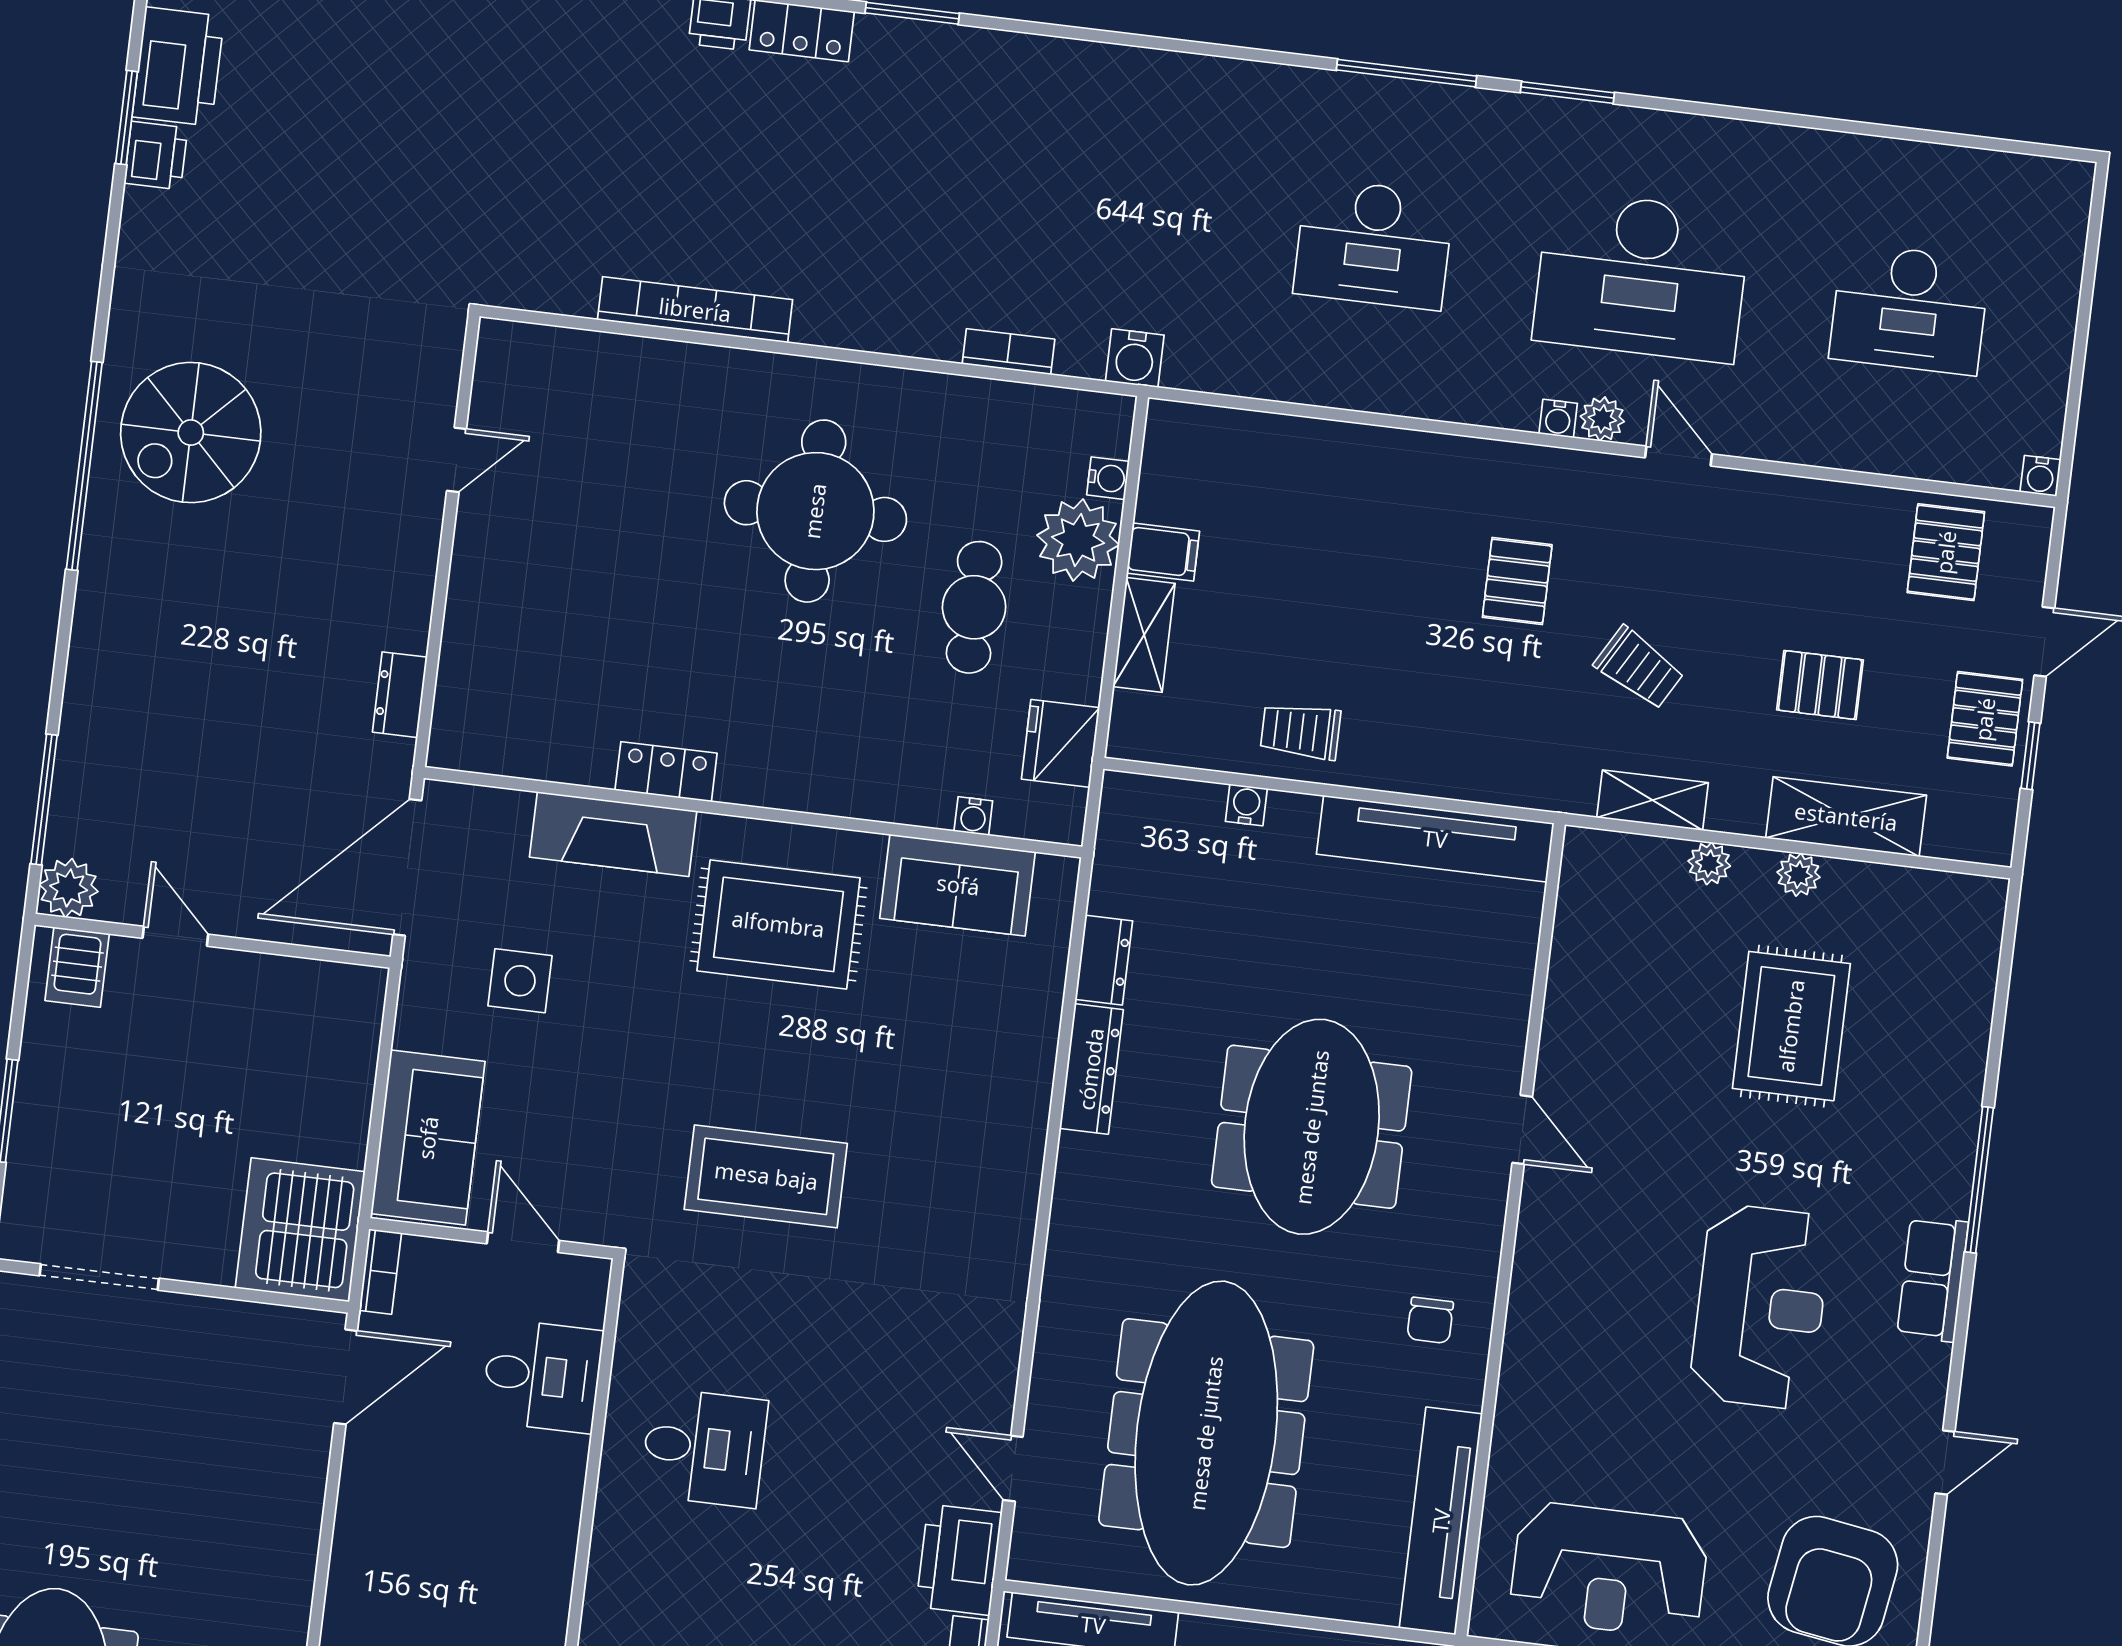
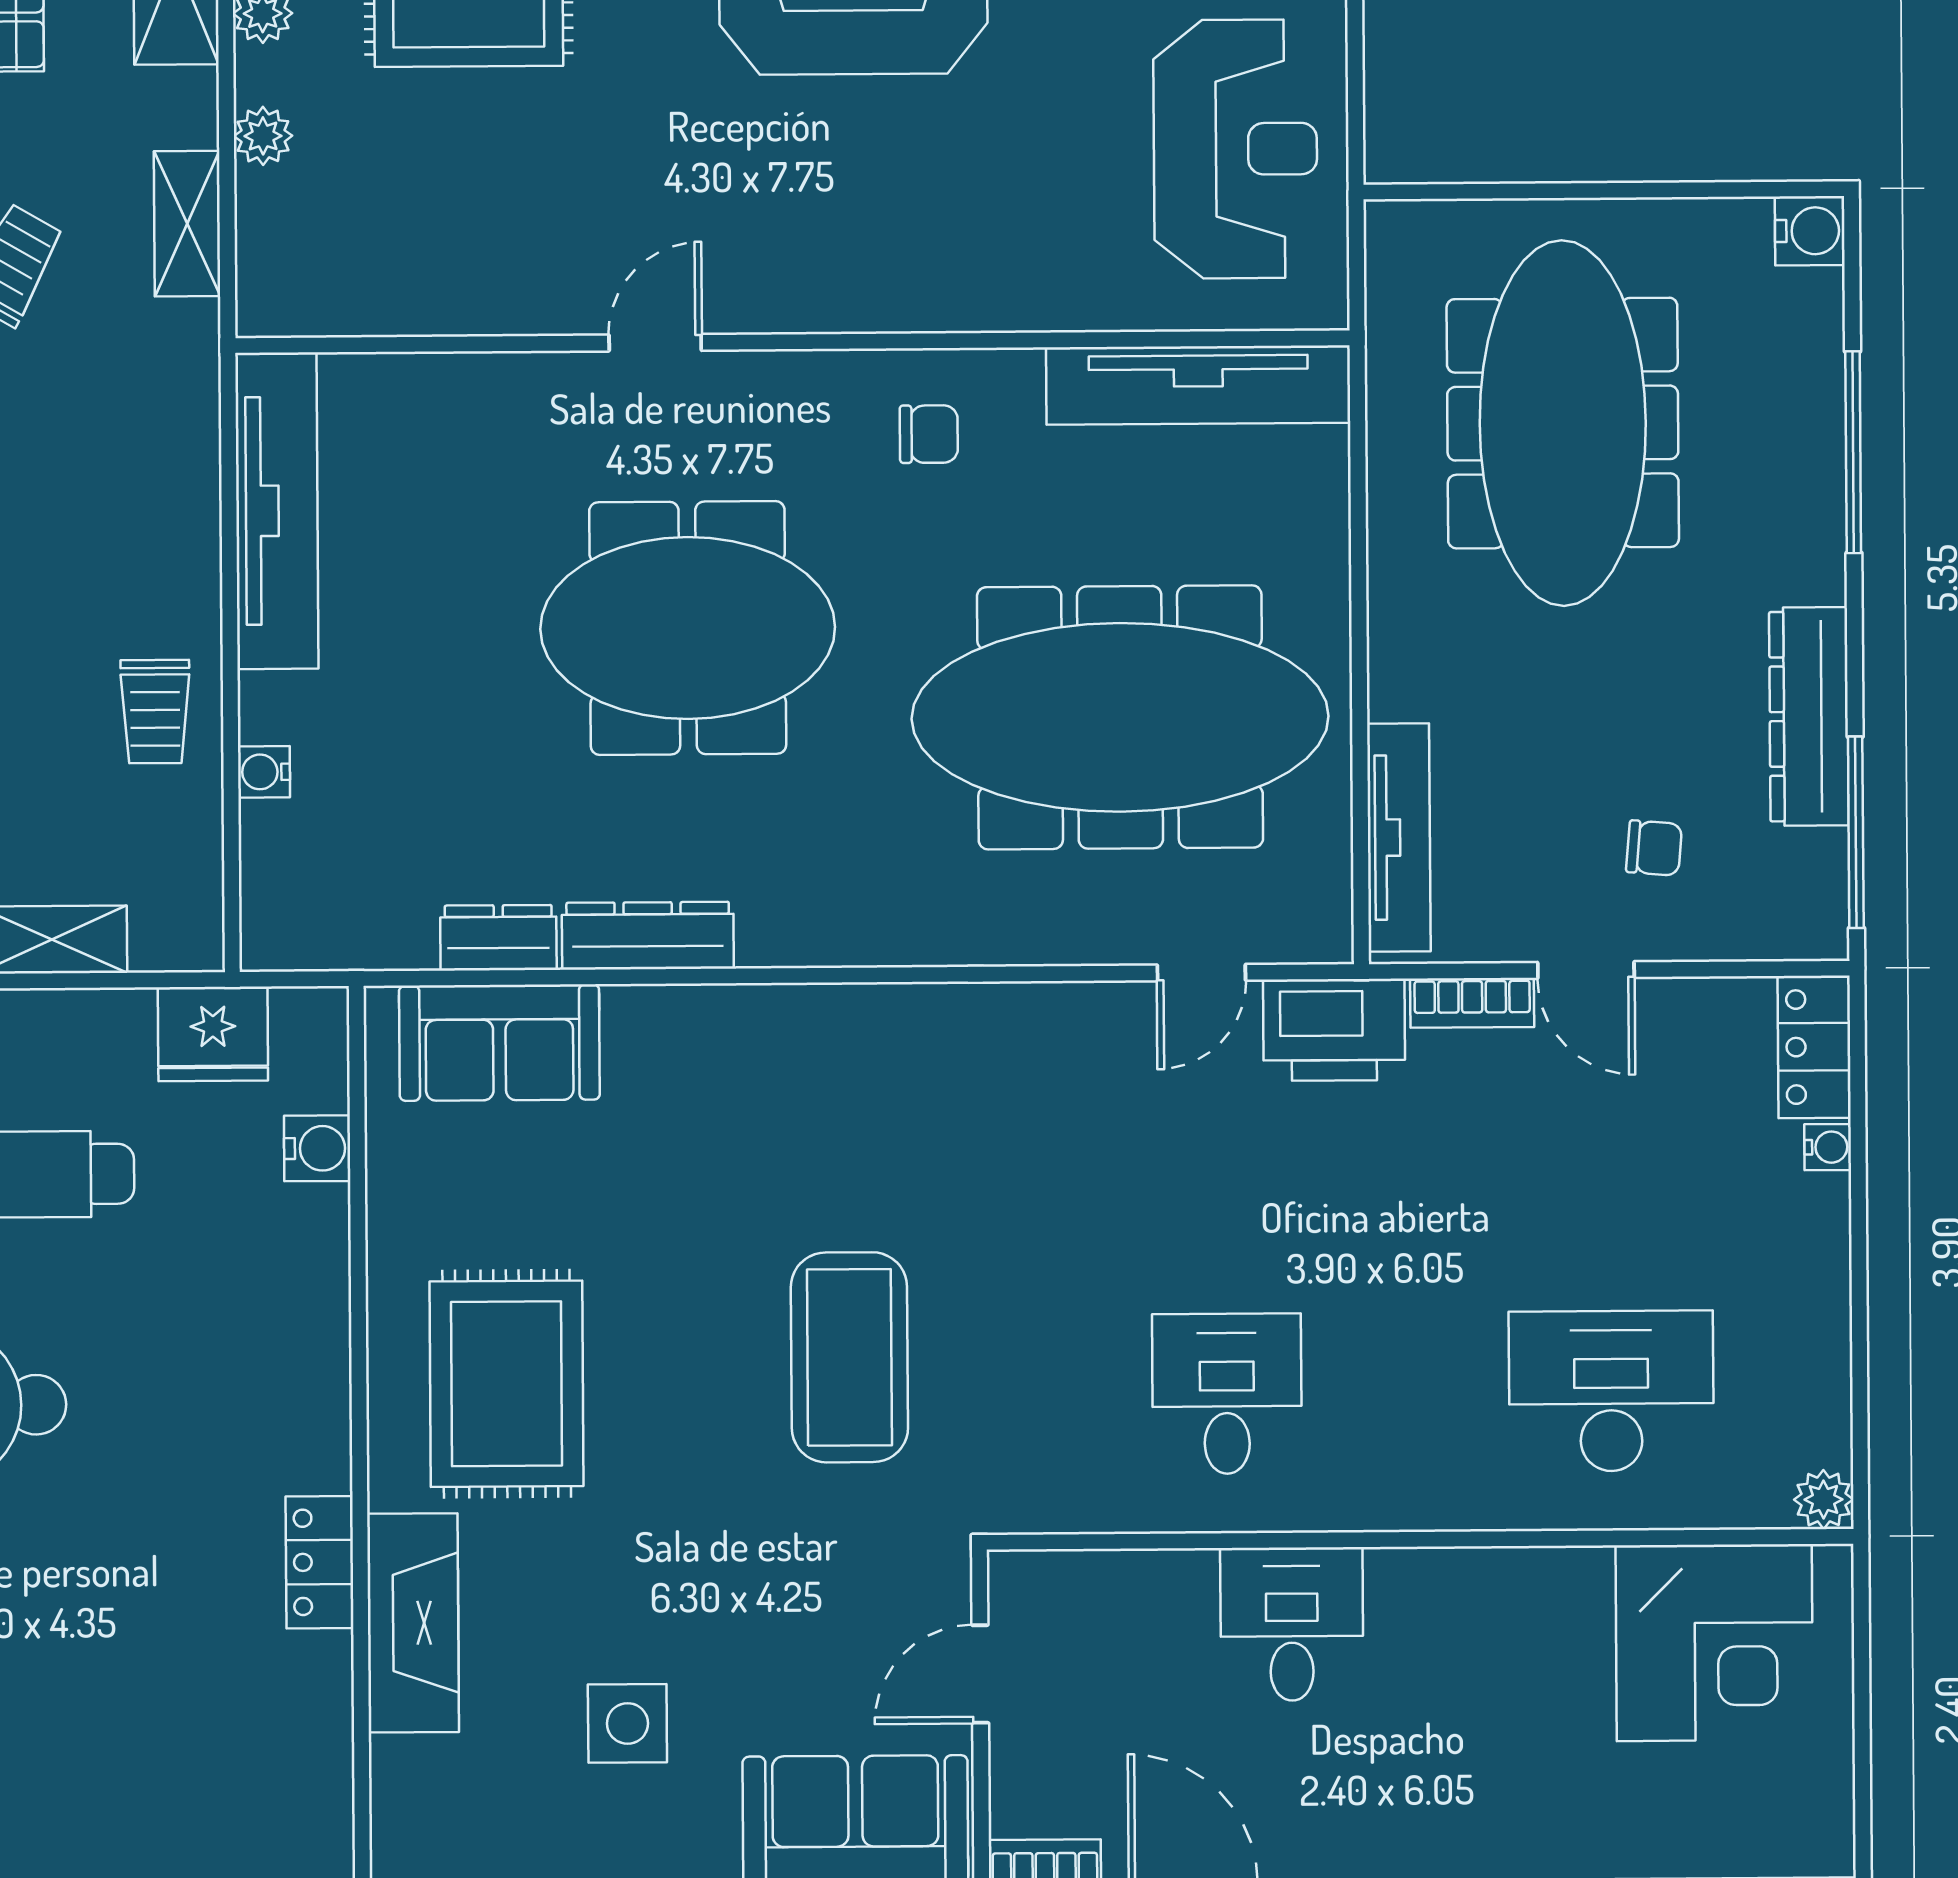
water cooler: (973, 816) -> (317, 1148), width x1.38, depth x1.38
sofa: (958, 885) -> (499, 1043), moved, turned 90
desk: (542, 1376) -> (1292, 1624), moved

